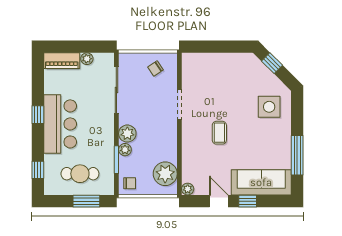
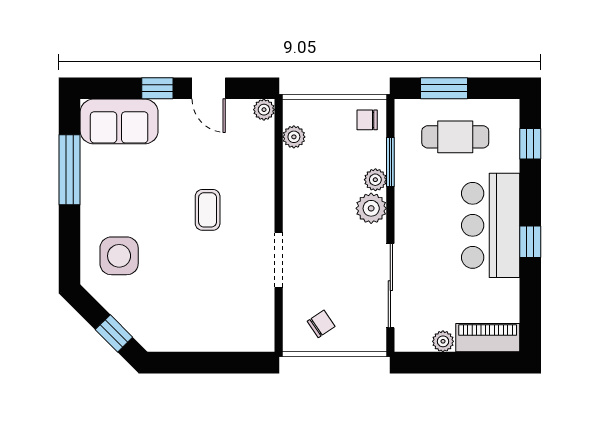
plant: (165, 174) -> (294, 137), width x0.53, depth x0.53
sofa: (261, 182) -> (119, 121), width x0.73

